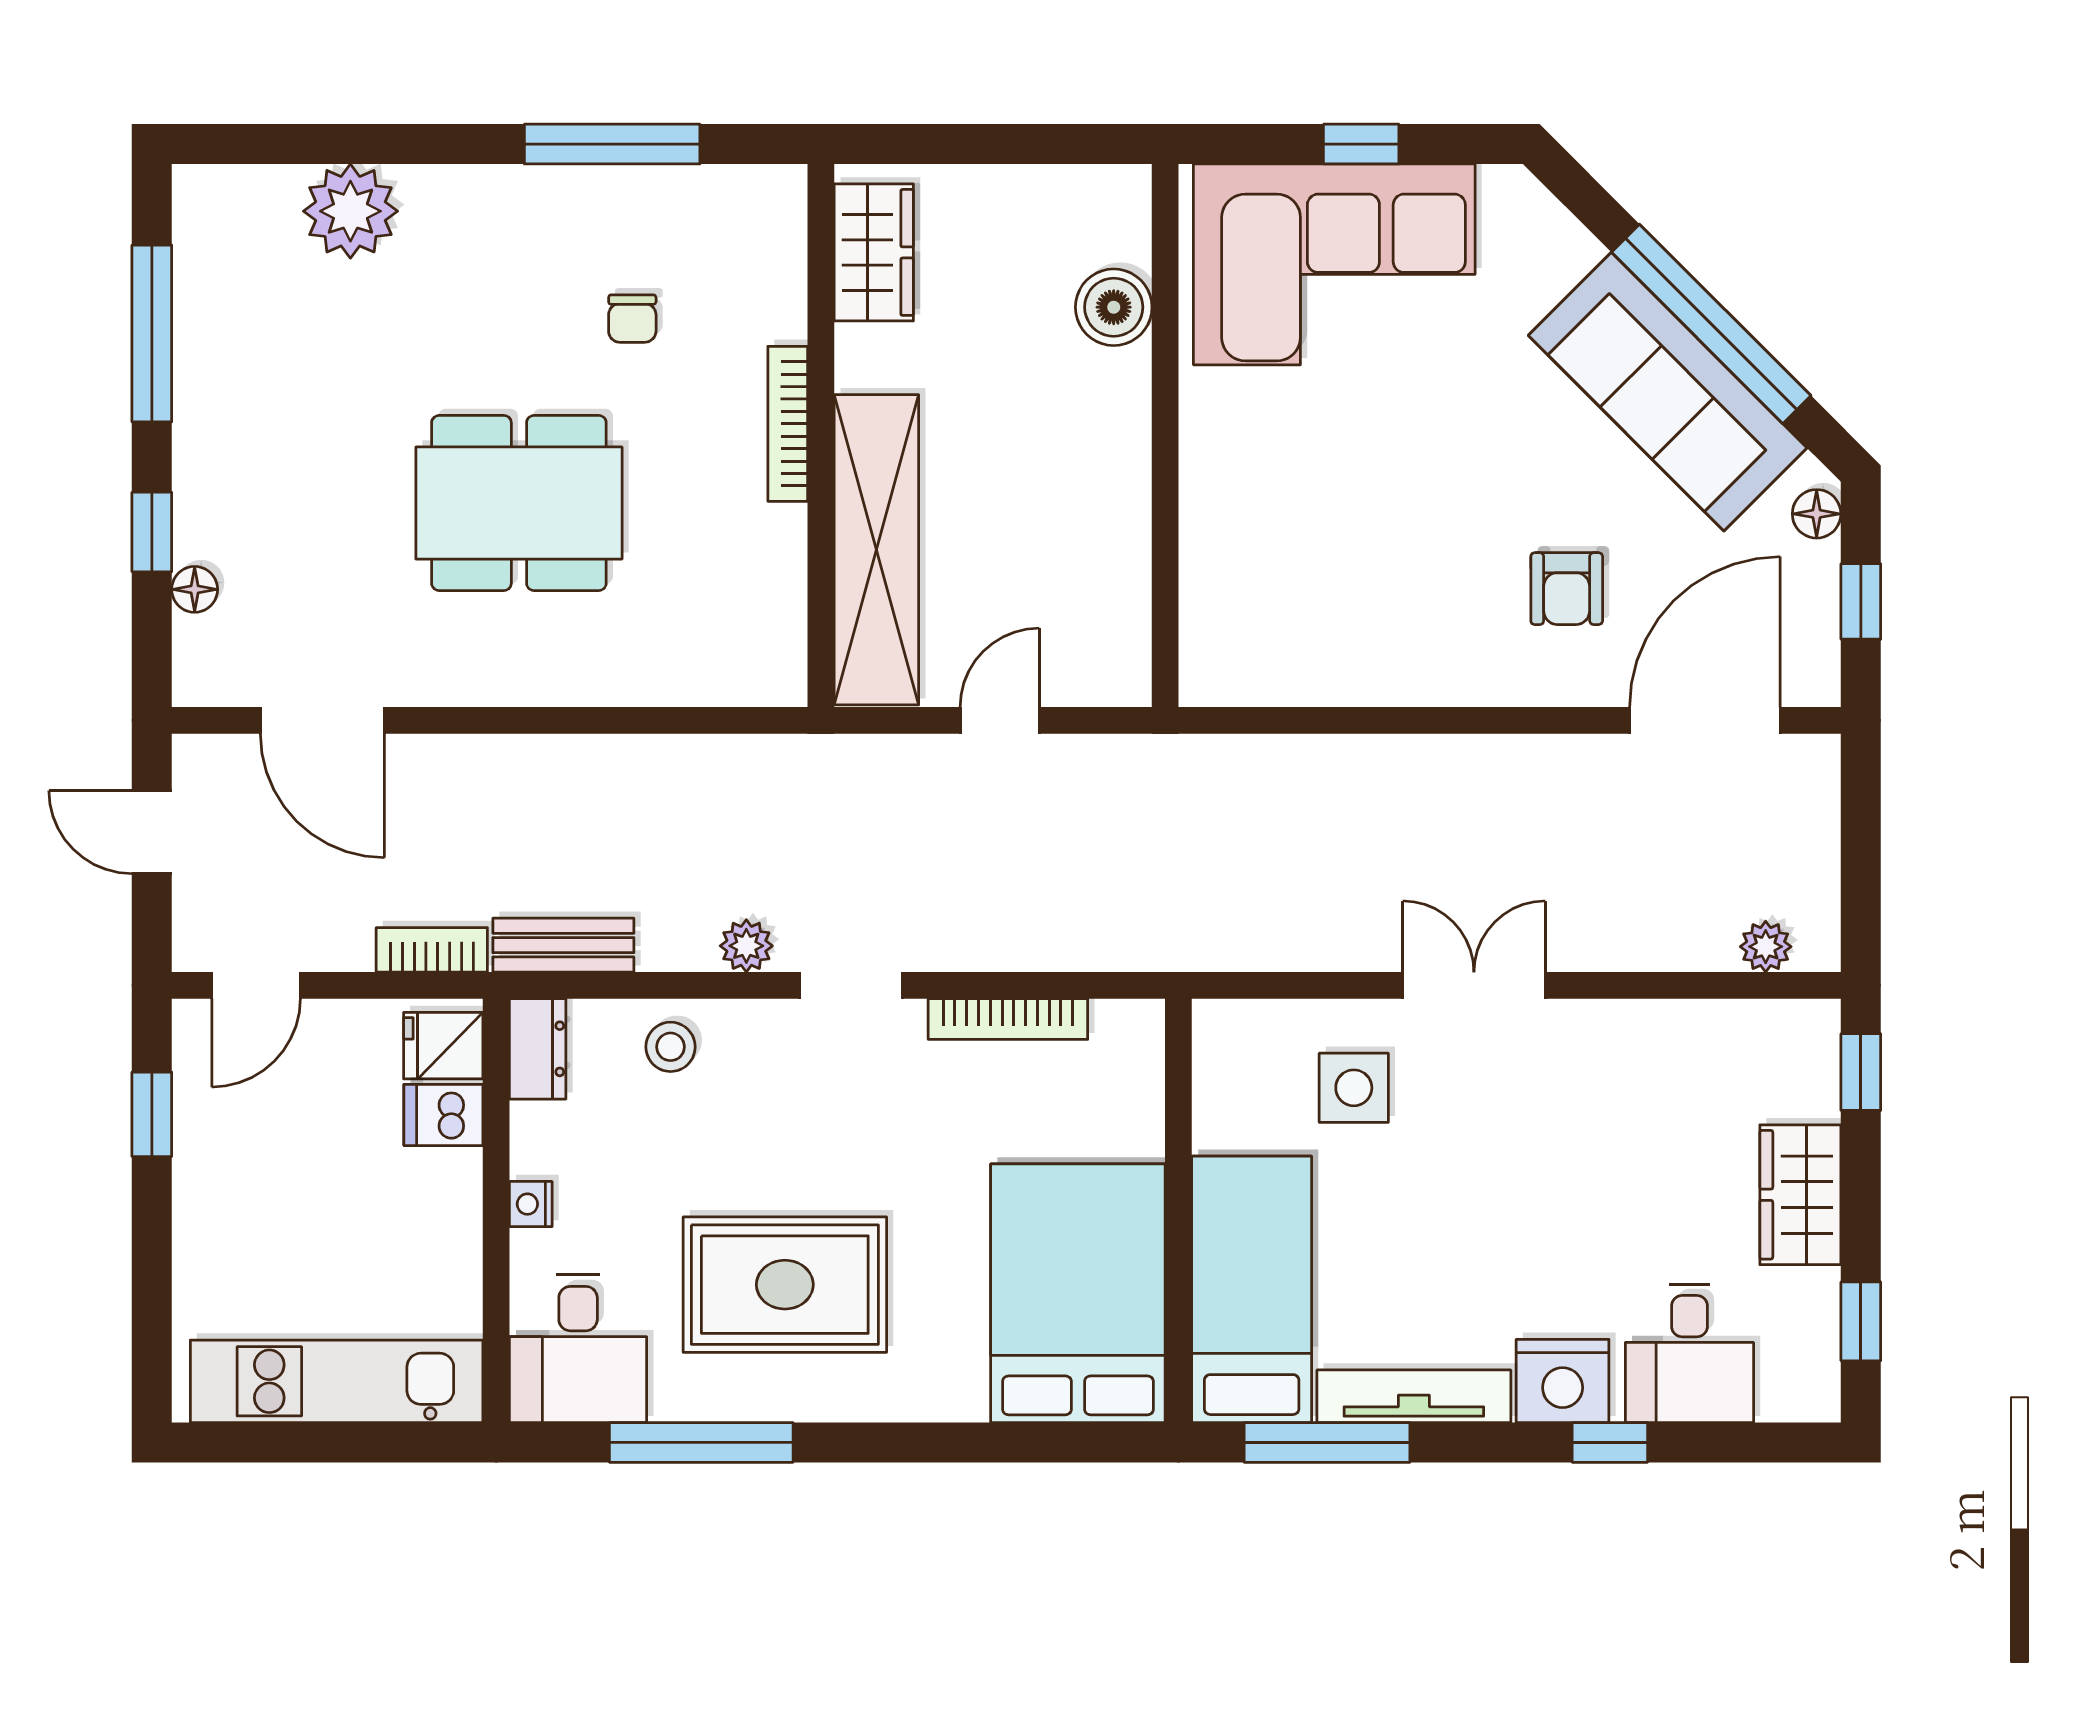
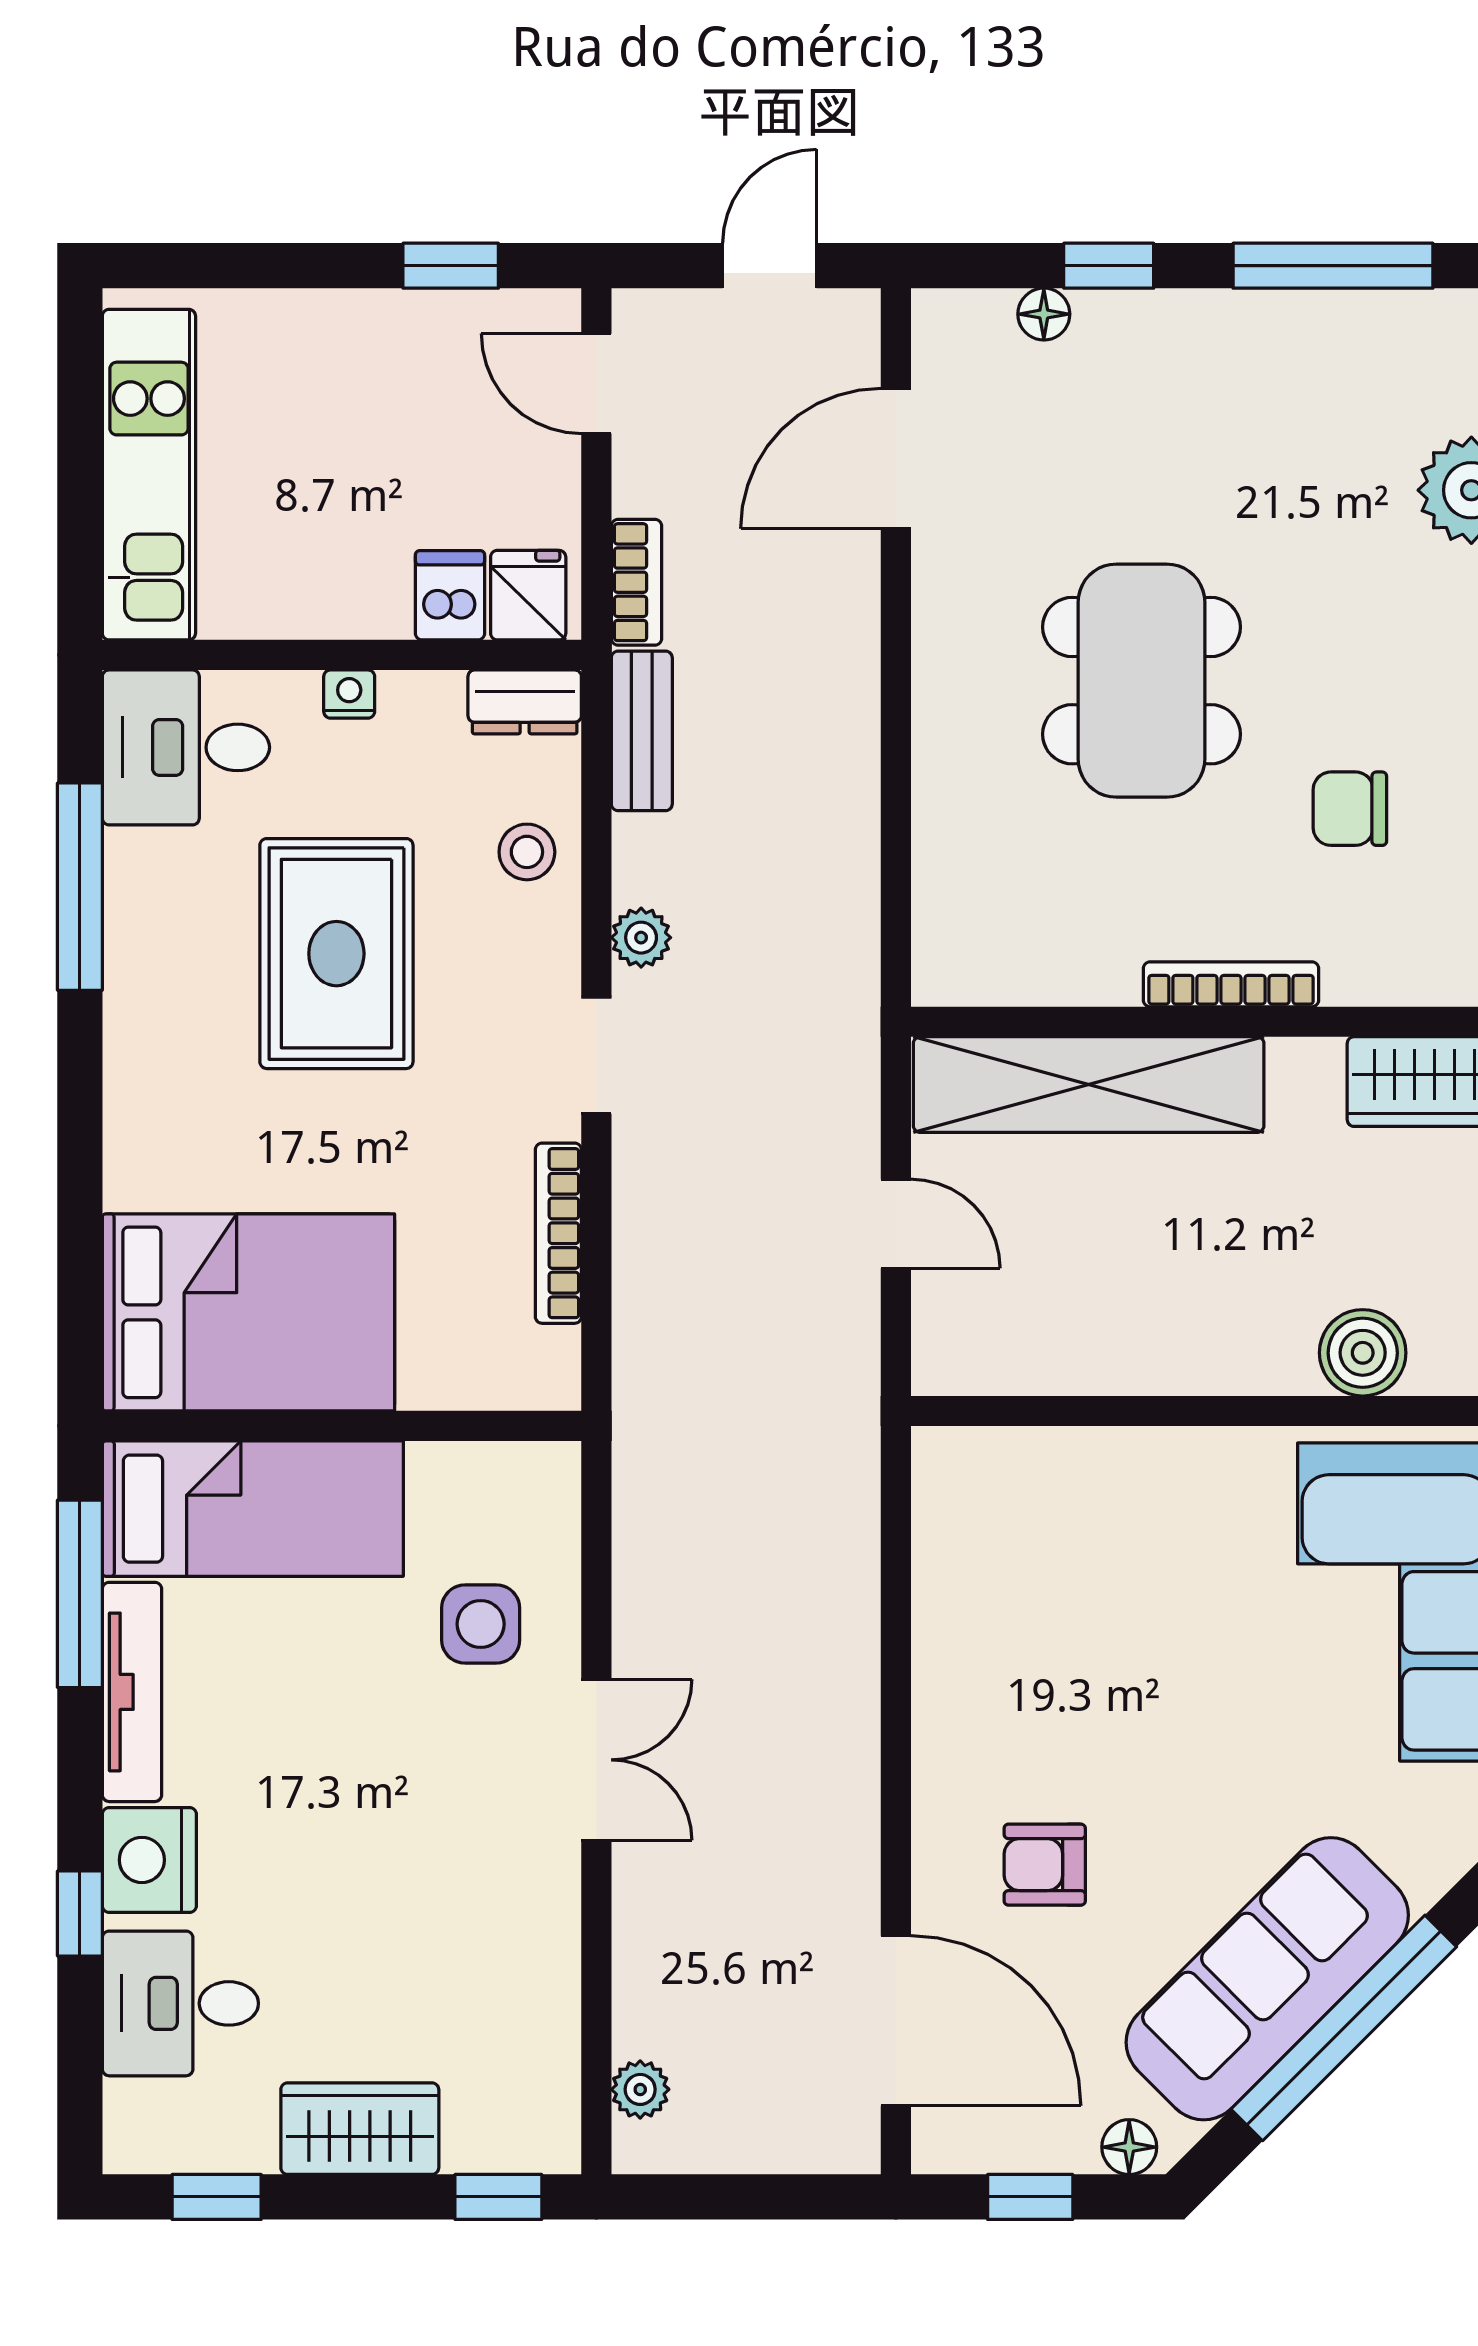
chair: (632, 319) -> (1350, 809), width x1.37, depth x1.37
rug: (785, 1285) -> (336, 954), moved

